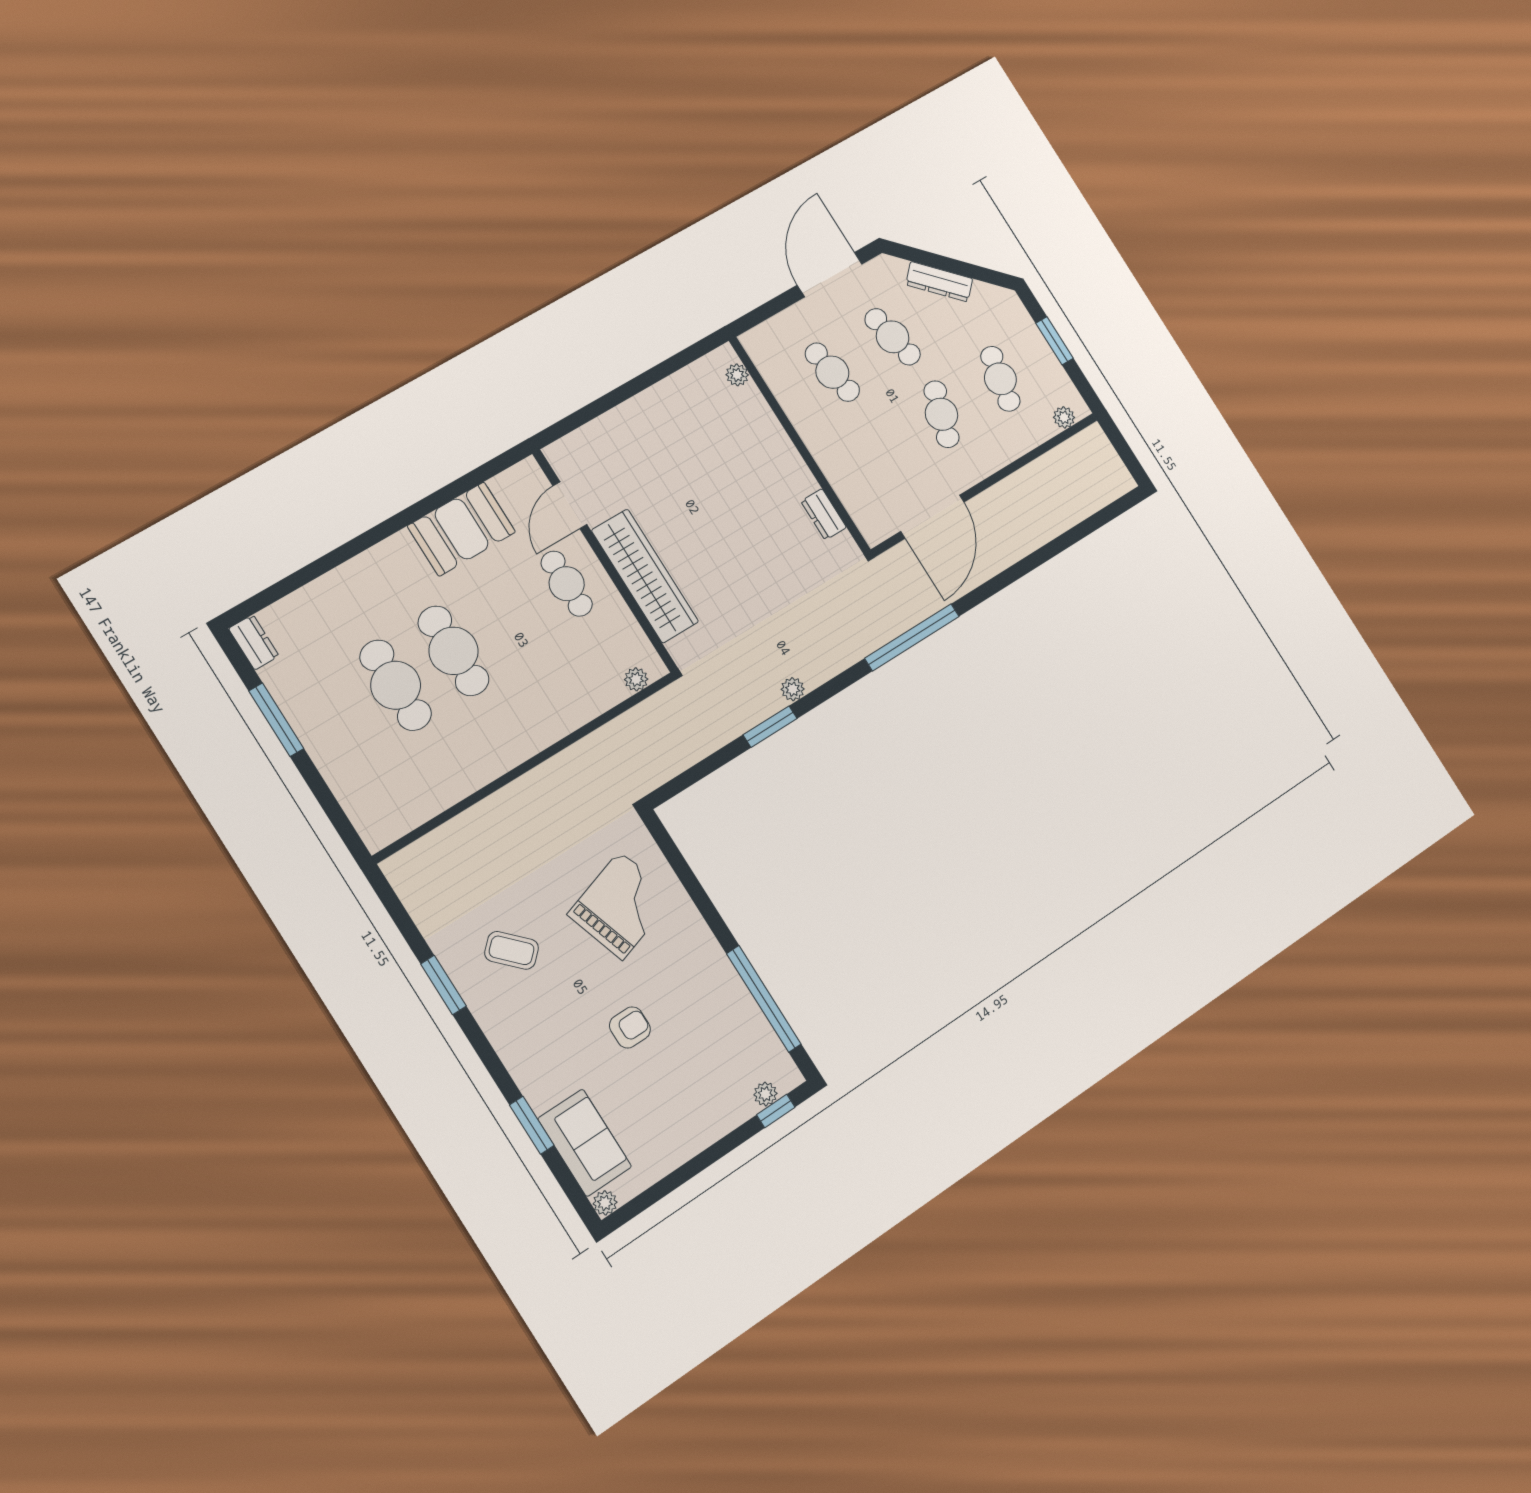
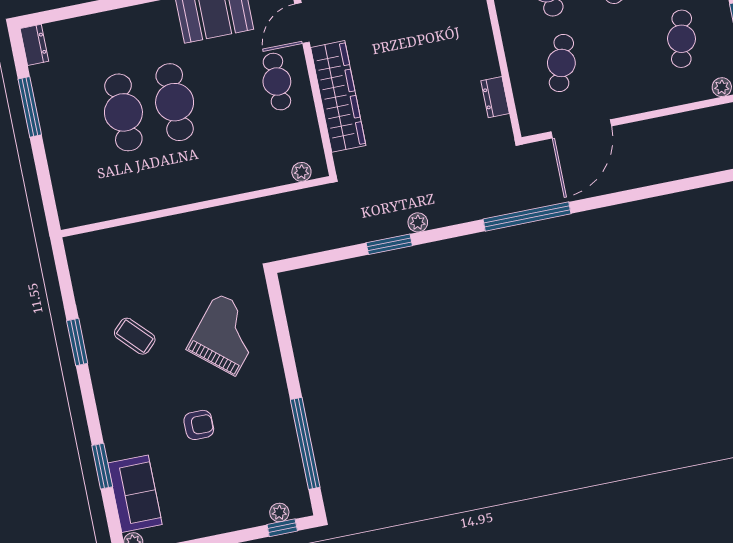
cafe table: (941, 414) -> (561, 63), moved
grand piano: (621, 905) -> (226, 334), turned -32

